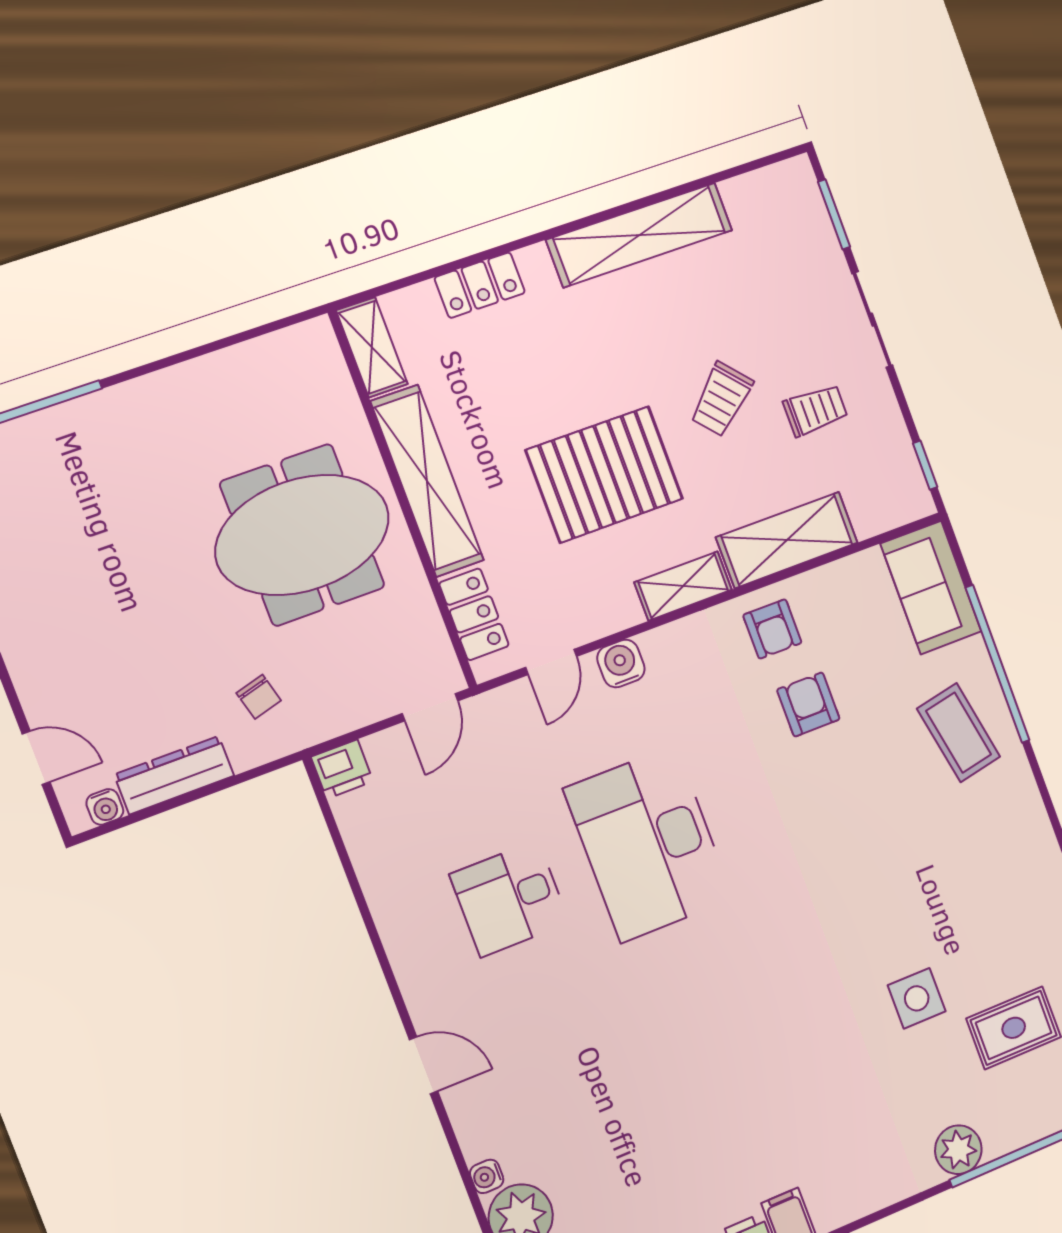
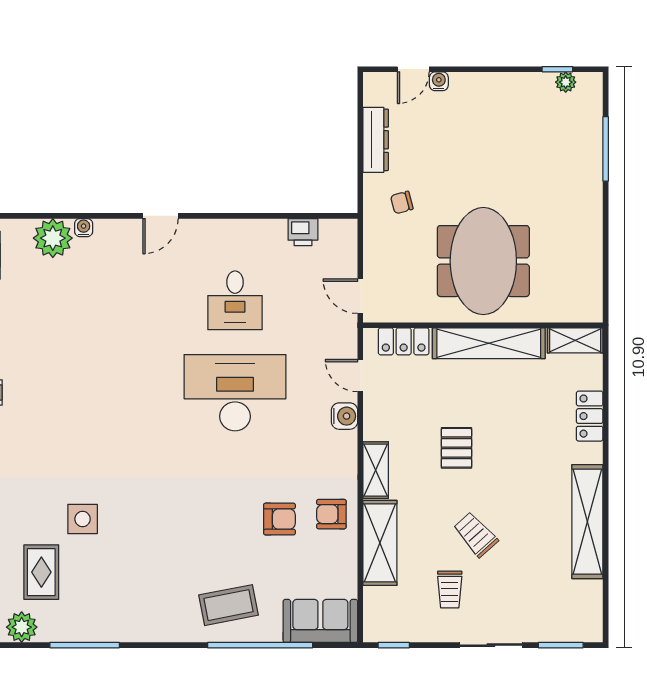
pallet: (604, 474) -> (456, 448), width x0.49, depth x0.50
printer: (342, 769) -> (303, 232), moved, turned -90
water cooler: (105, 807) -> (439, 81), moved, turned 90
desk: (510, 899) -> (235, 300), turned 180

